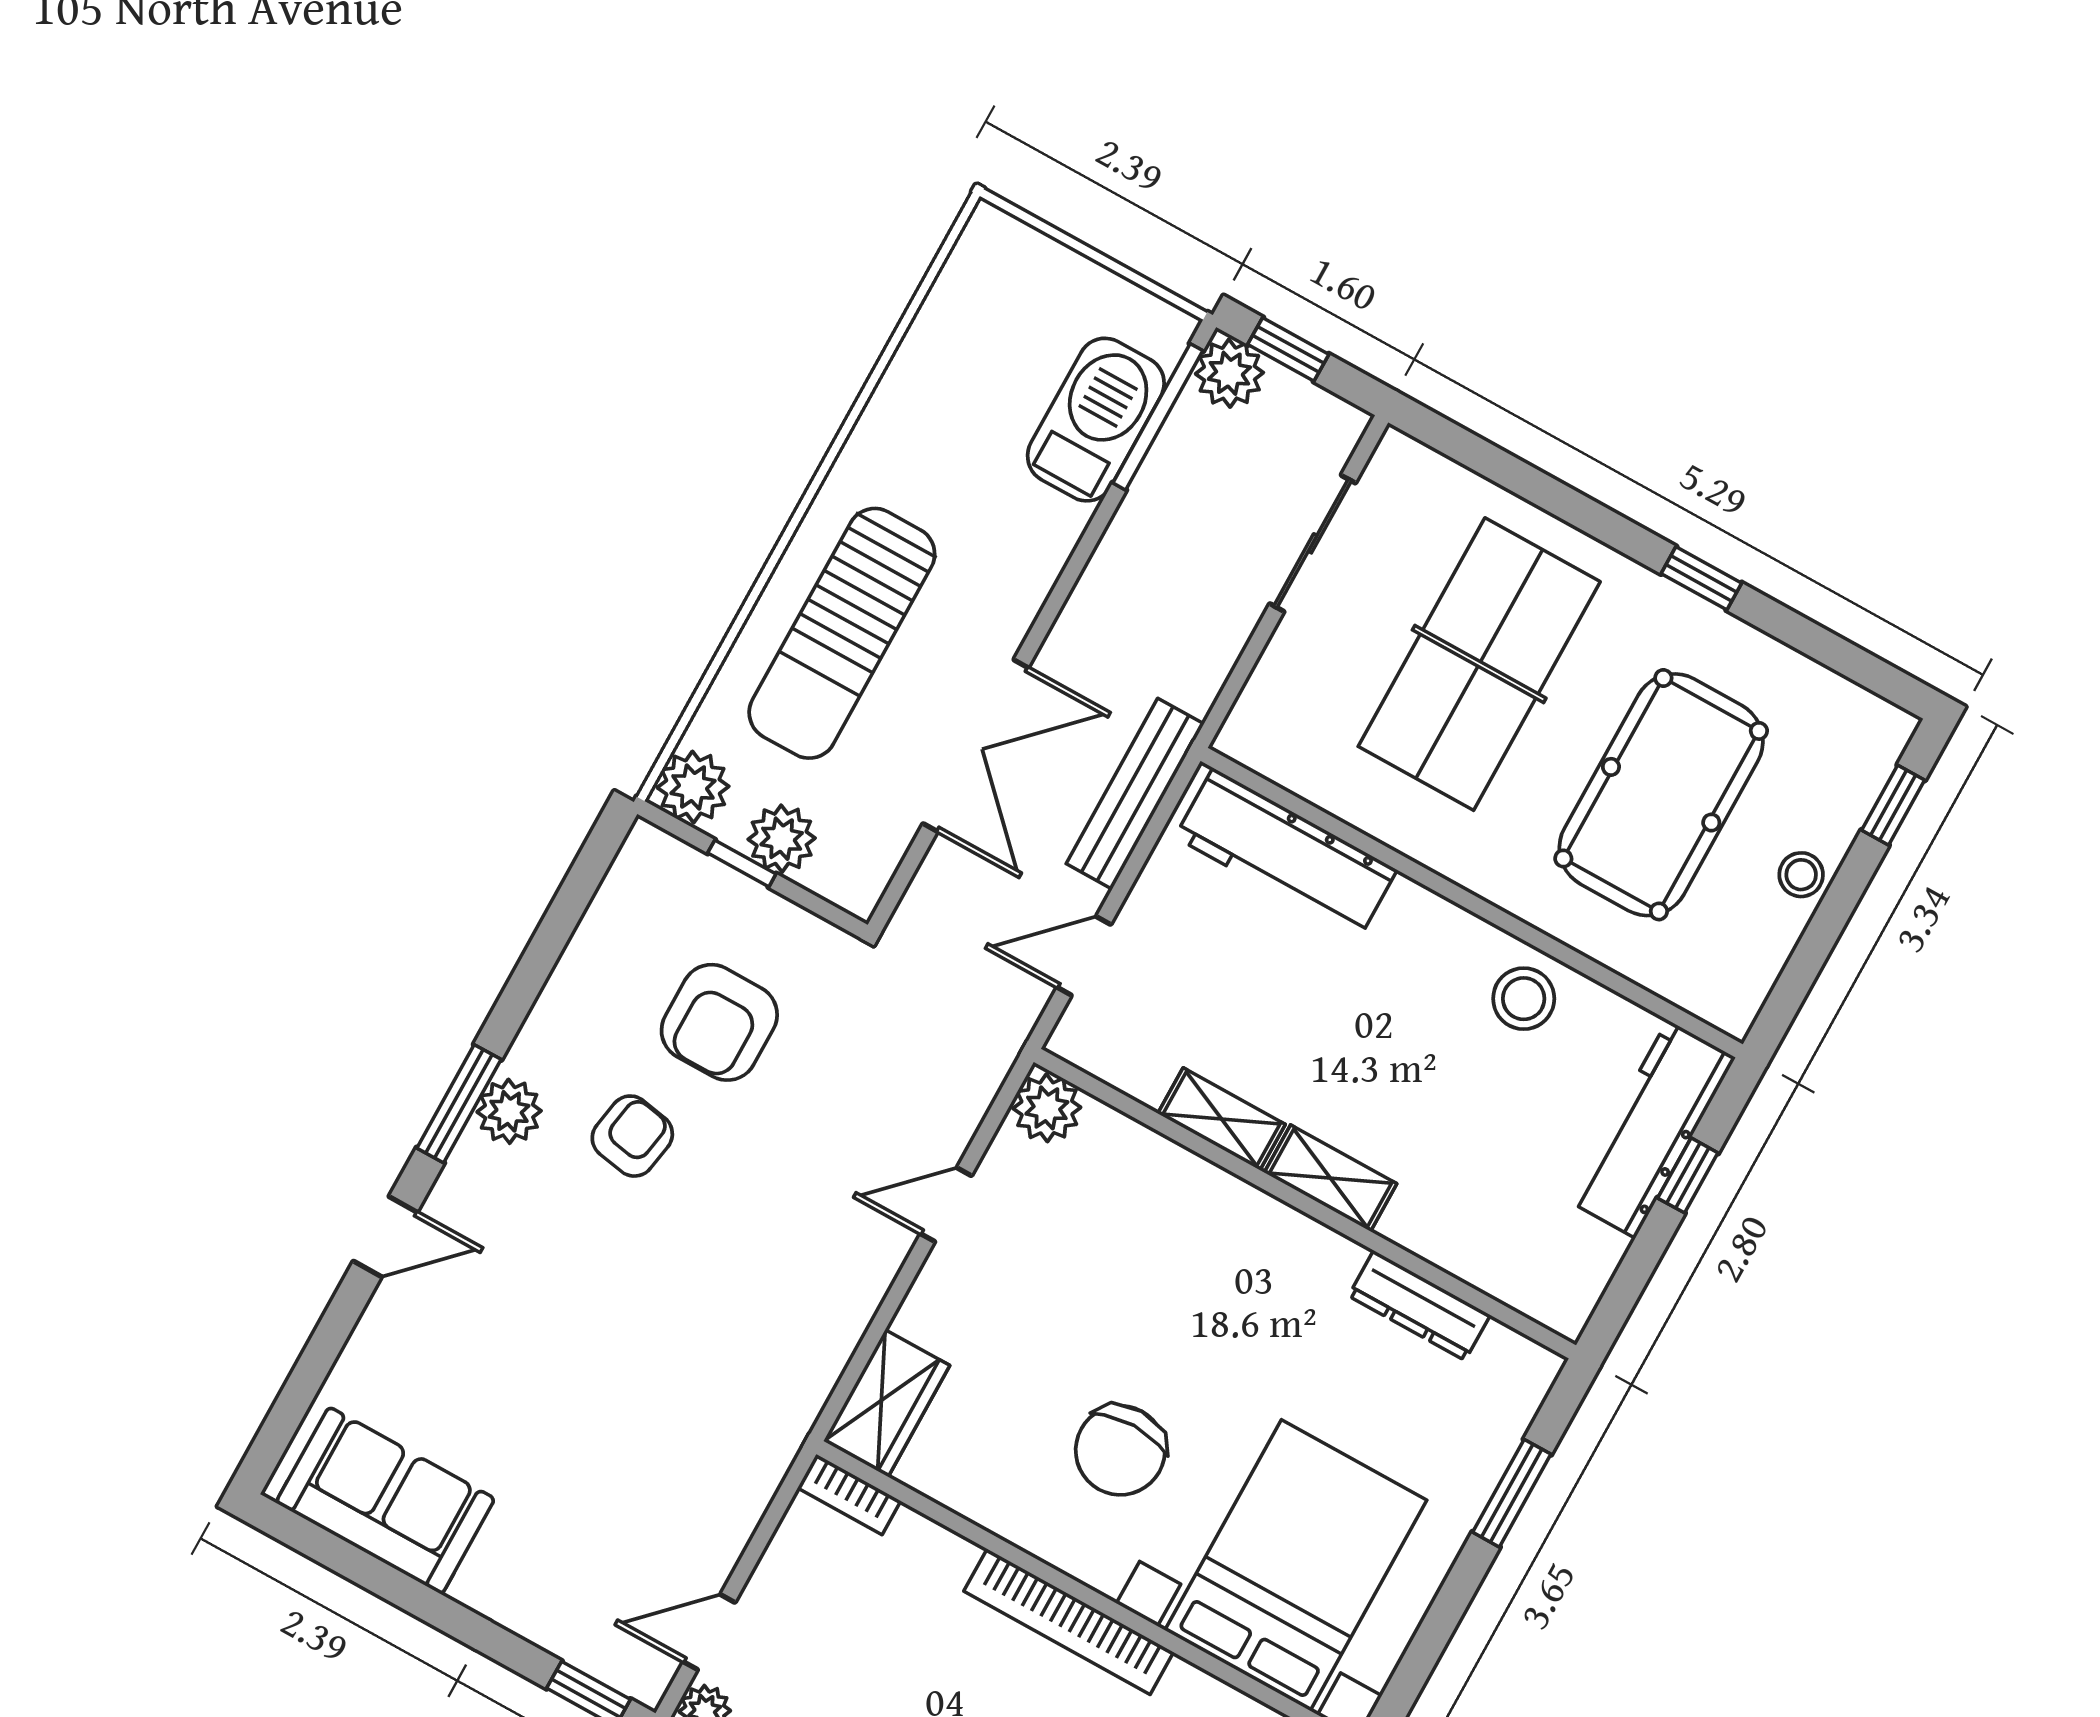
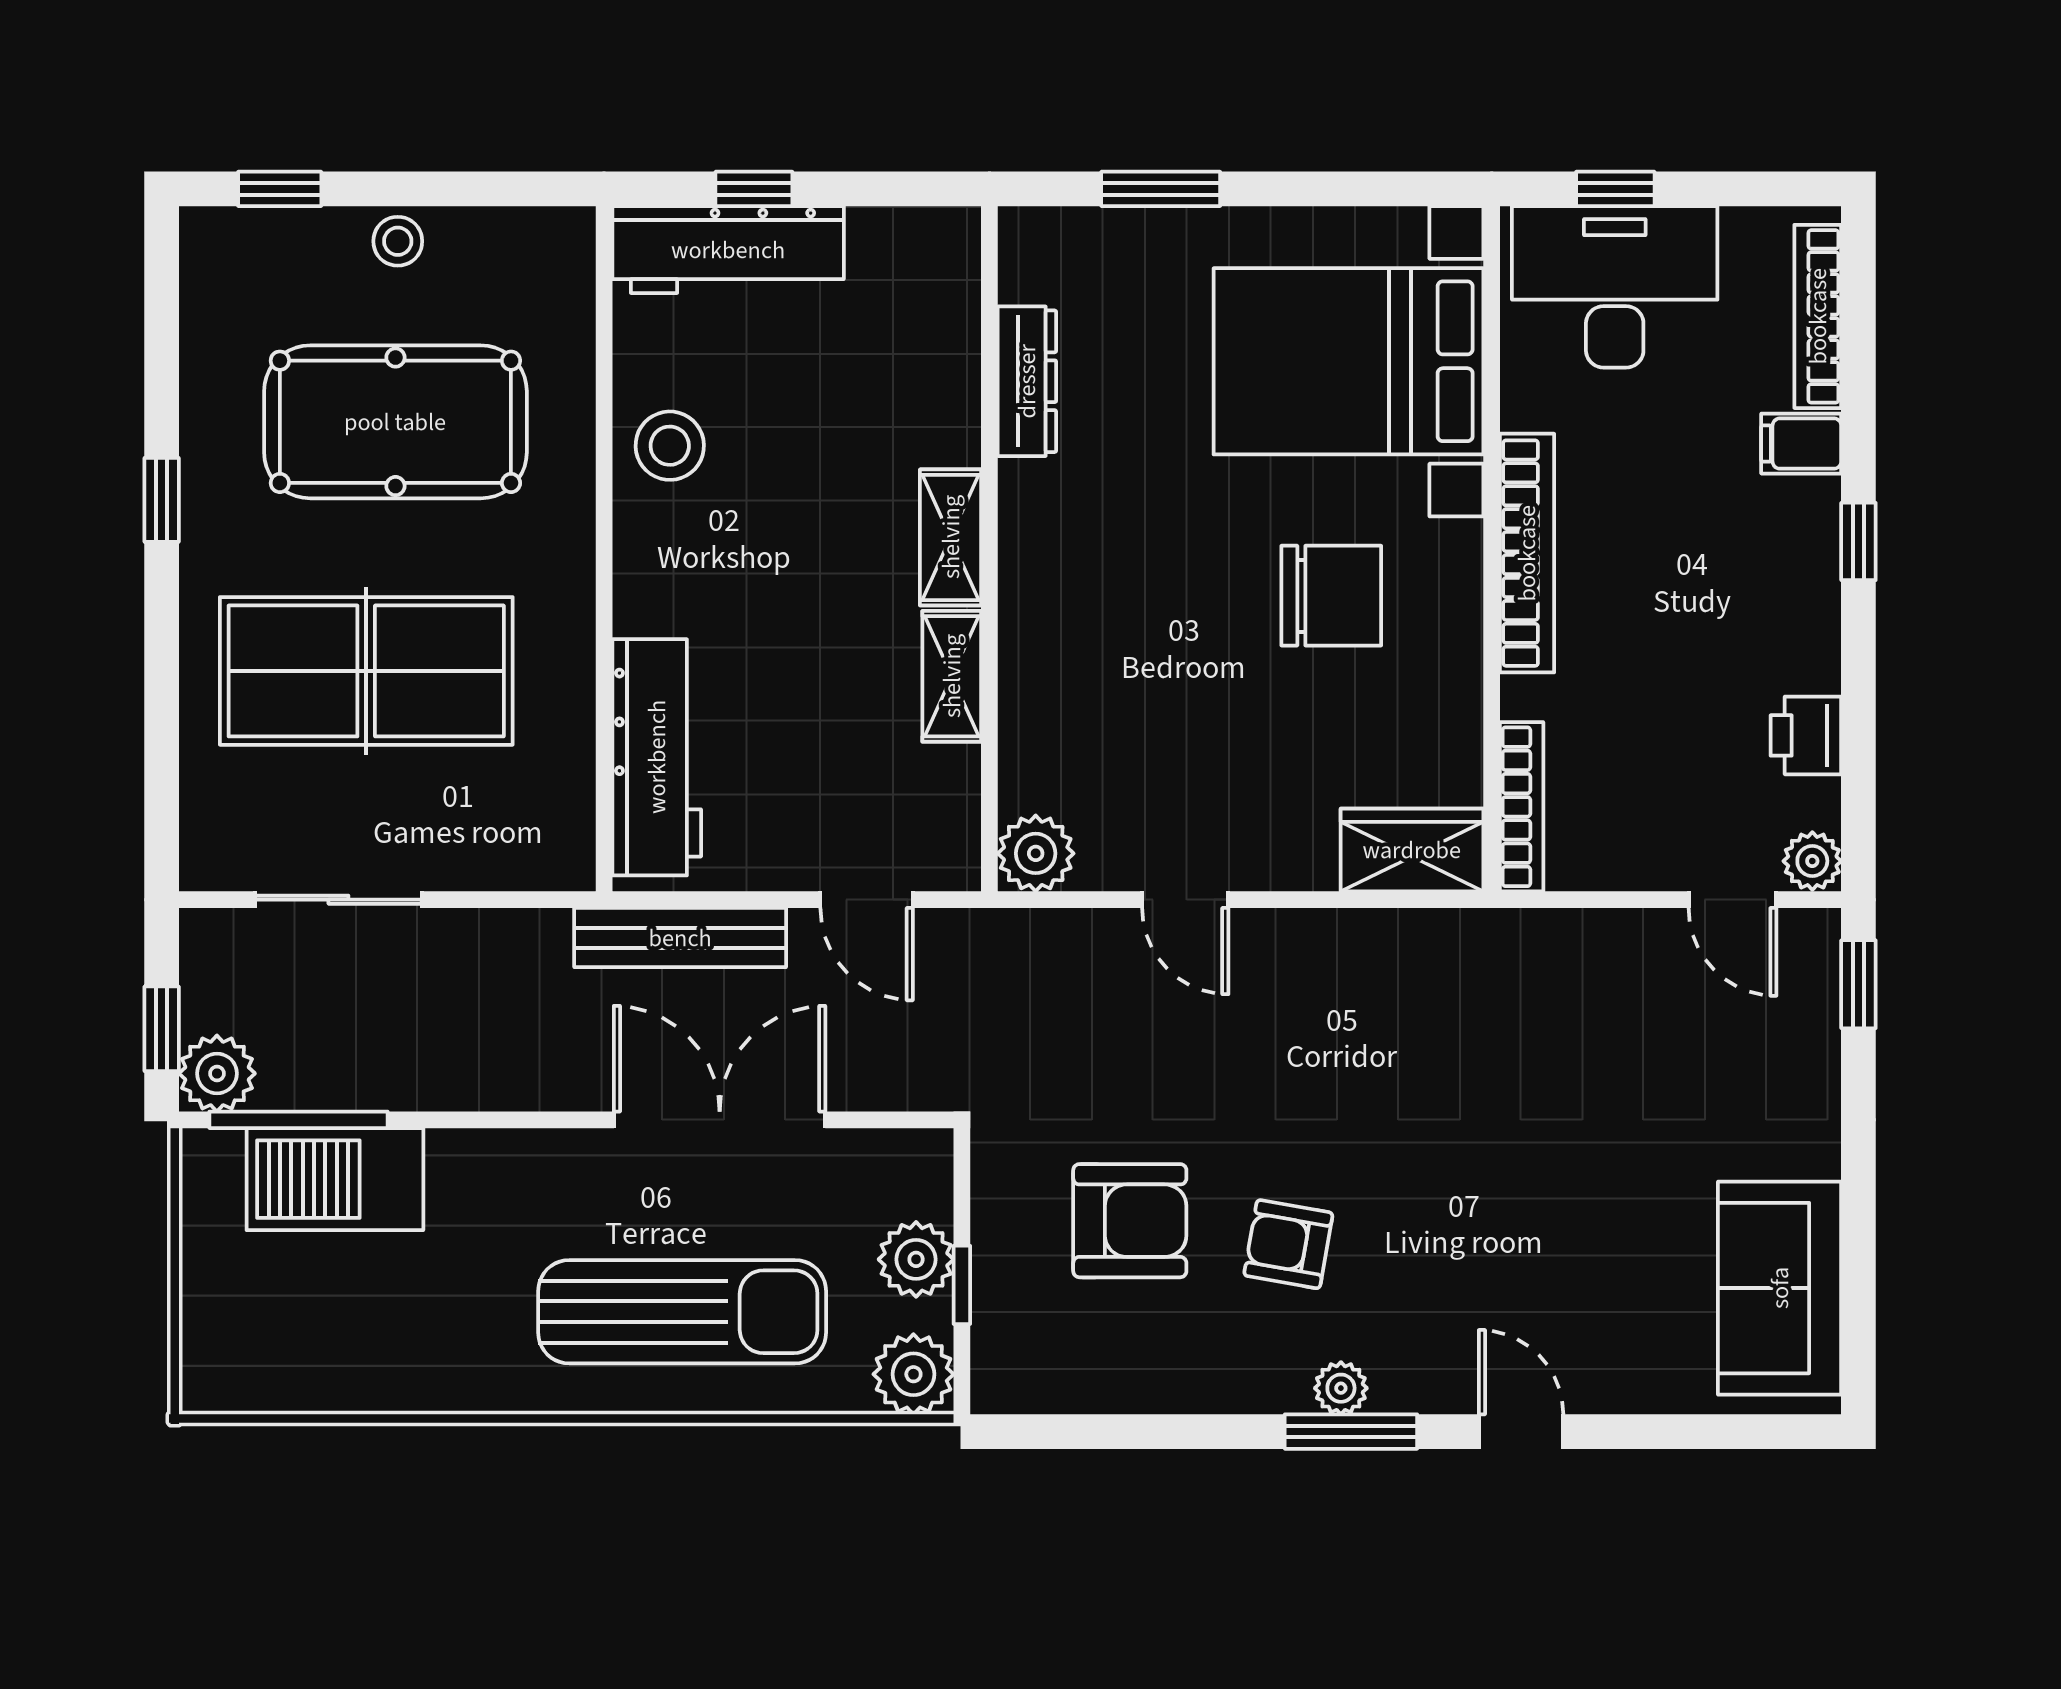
plant: (509, 1111) -> (1341, 1388), width x0.73, depth x0.73
bookcase: (849, 1494) -> (1522, 807), width x1.56

